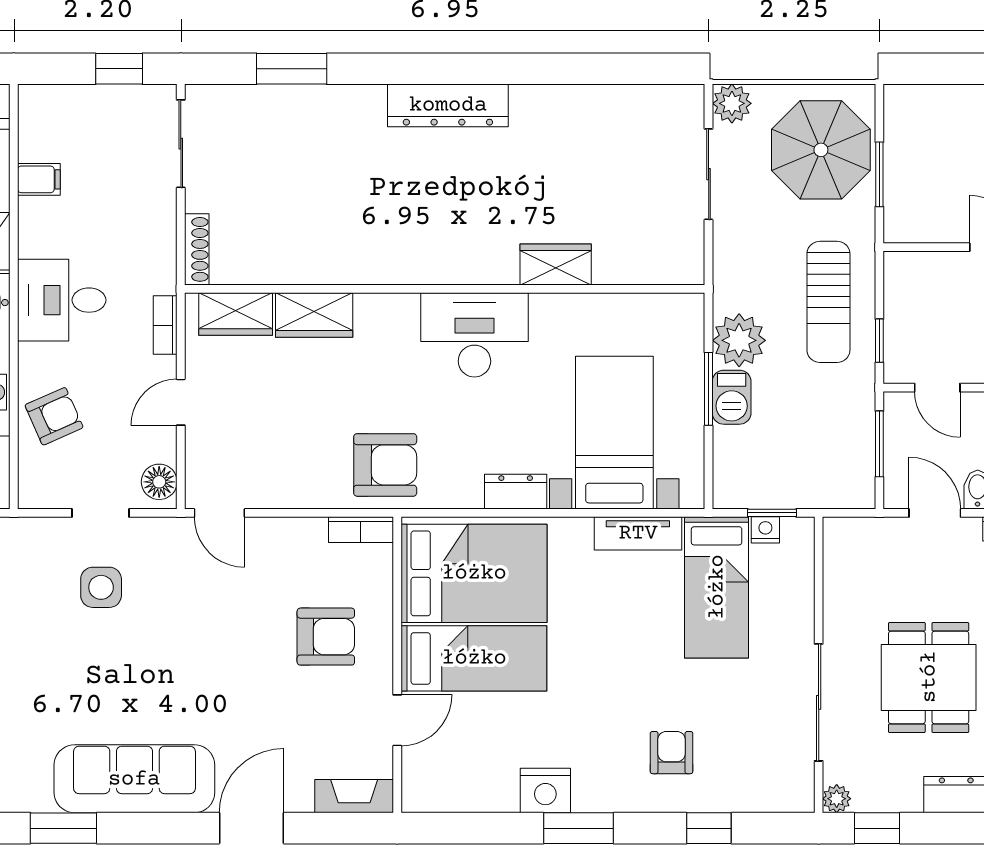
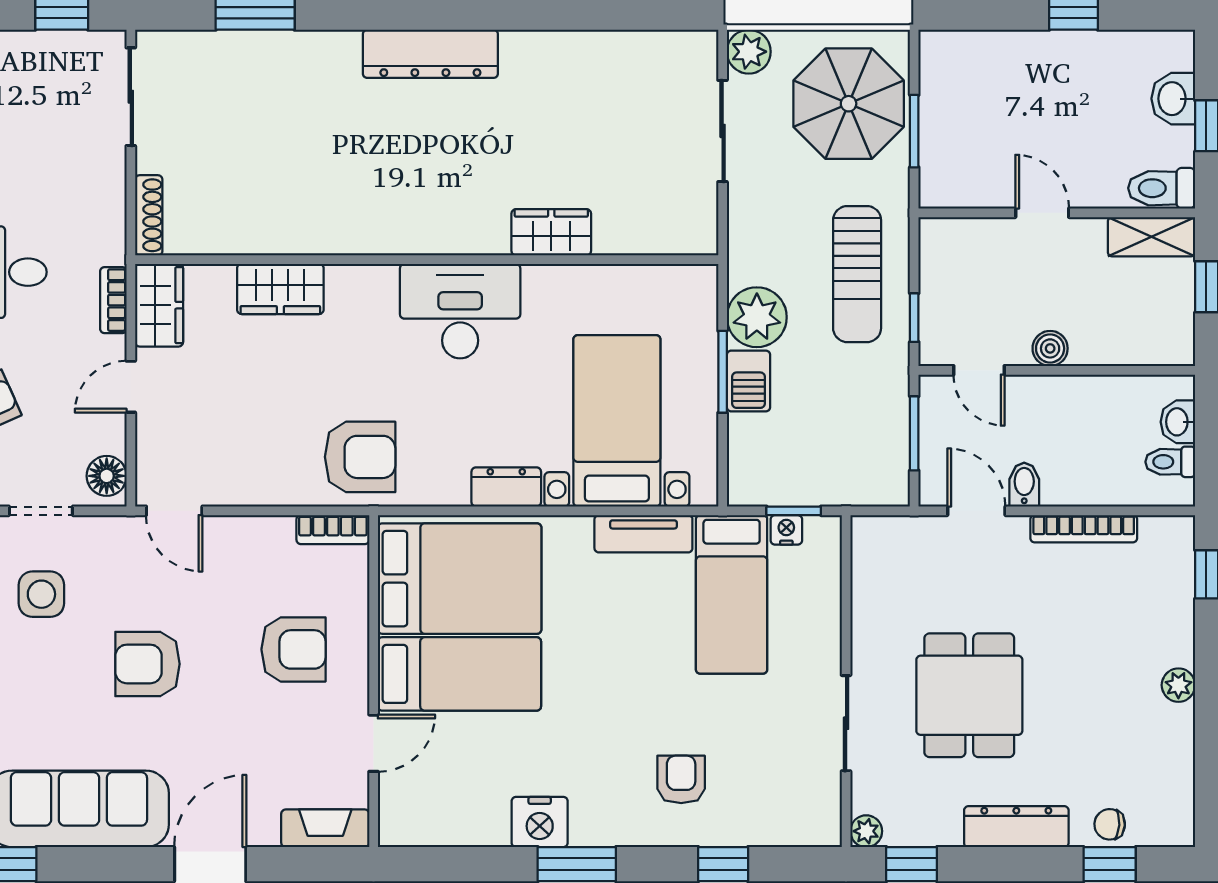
wardrobe: (236, 314) -> (159, 305), moved, turned -90
armchair: (196, 650) -> (148, 664), added
sliding door: (819, 702) -> (846, 723), width x0.73

